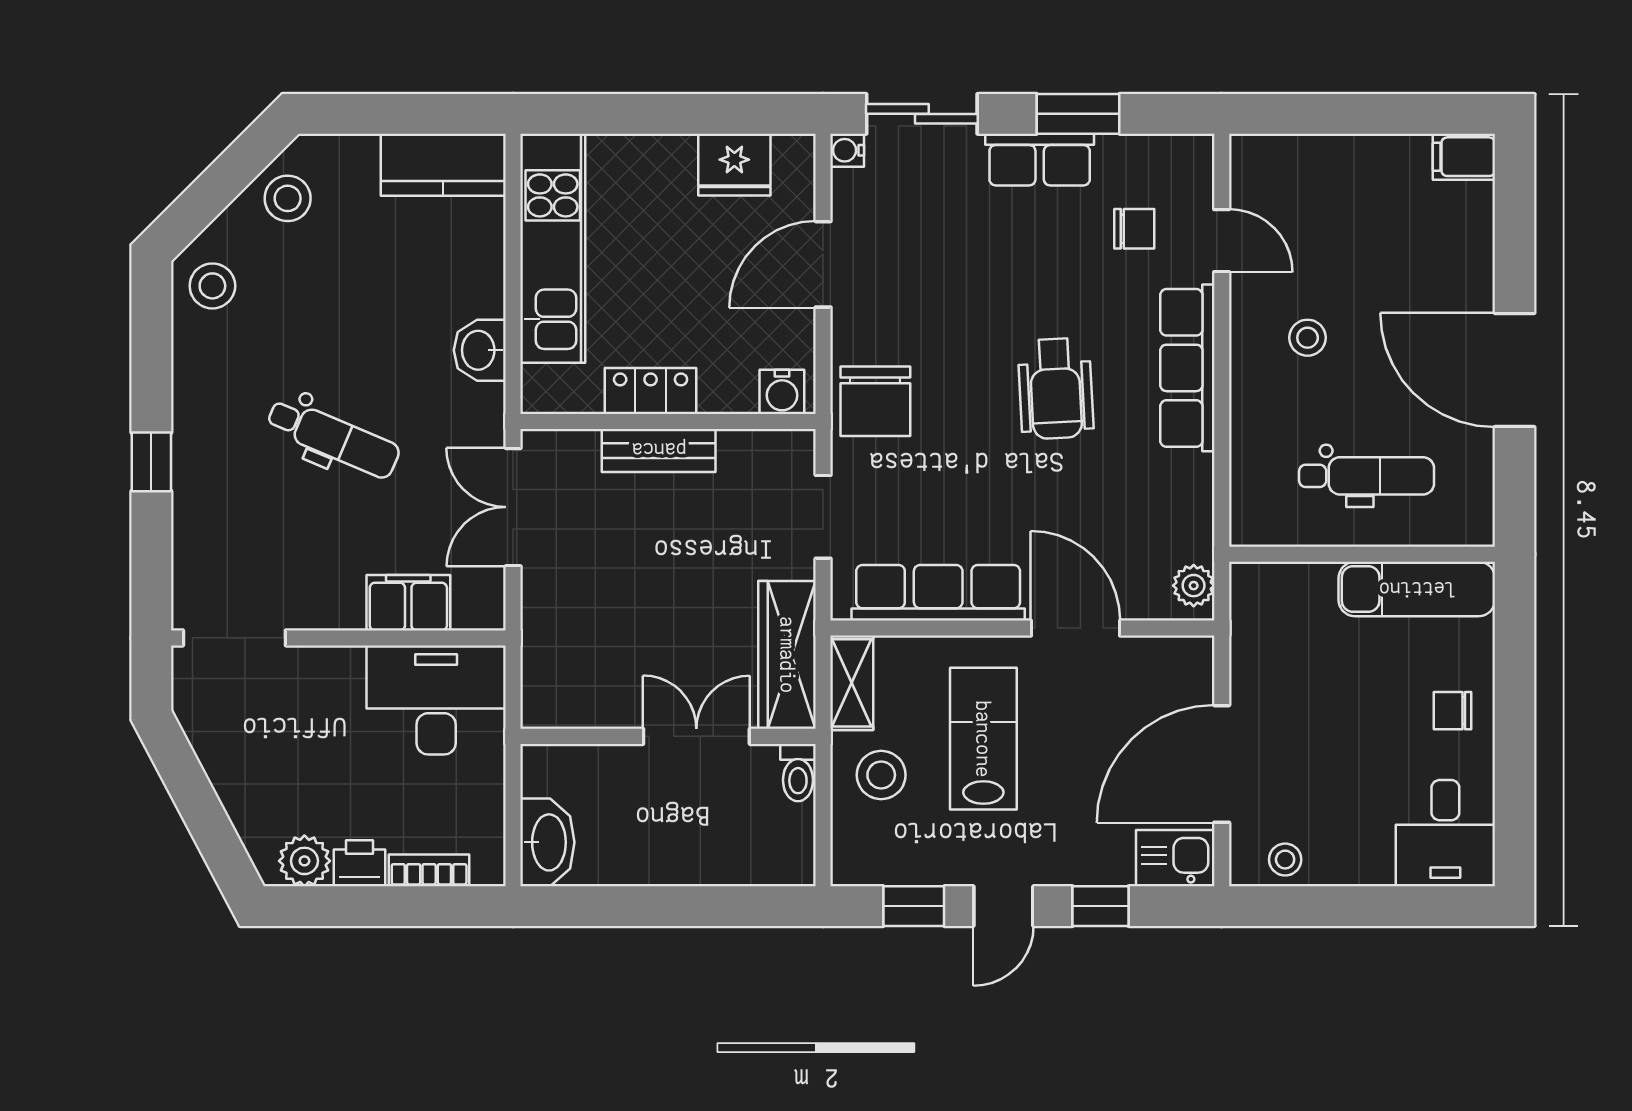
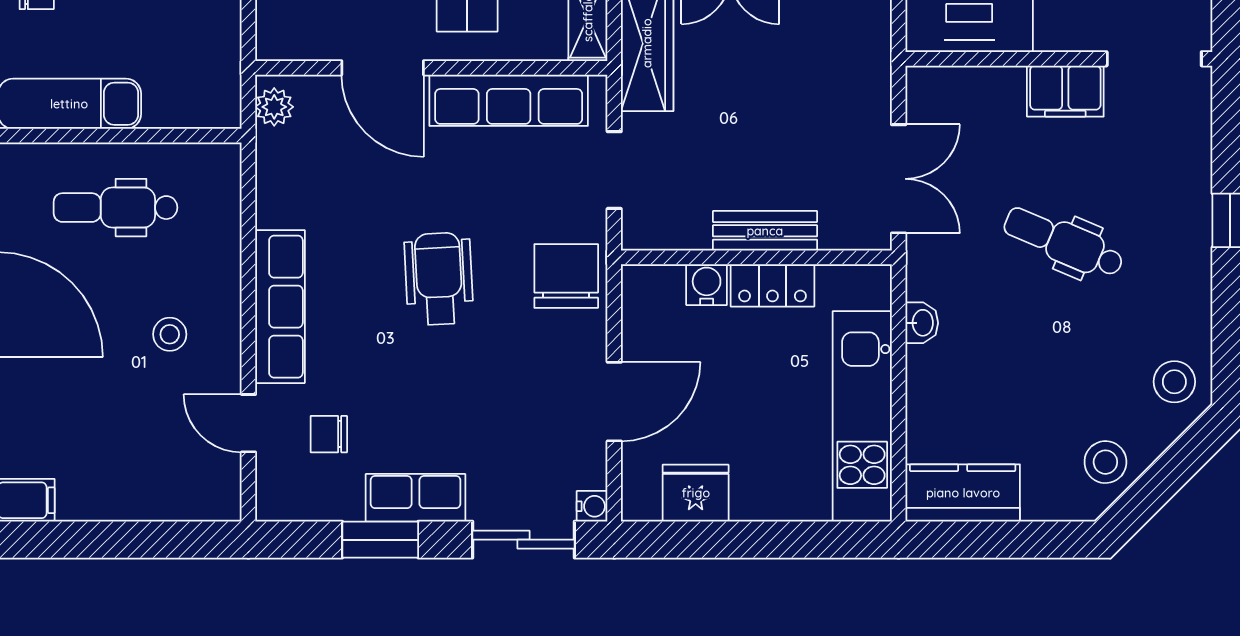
washbasin: (480, 350) -> (922, 323), width x0.72, depth x0.69
wheelchair: (1056, 389) -> (439, 279), moved
water cooler: (782, 392) -> (707, 285), moved
filing cabinet: (408, 603) -> (1065, 91), moved

